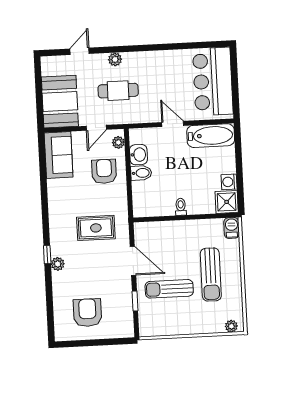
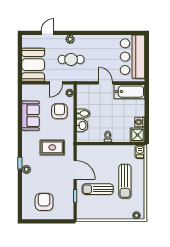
sofa: (59, 155) -> (31, 116), moved
washbasin: (138, 155) -> (82, 125), moved

